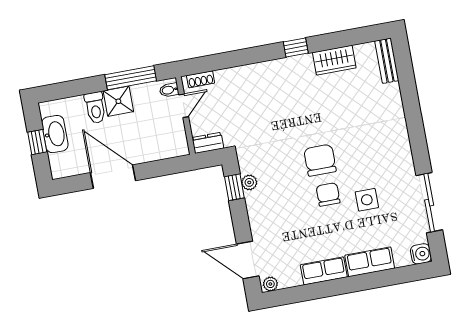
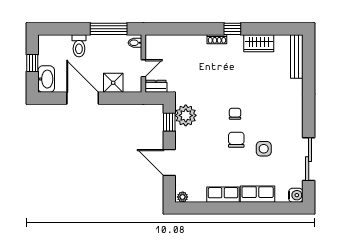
bench: (387, 61) -> (297, 56), width x1.36
shoe rack: (201, 79) -> (217, 39), moved
shower: (118, 101) -> (113, 83), moved
door: (184, 106) -> (143, 68), moved
washbasin: (55, 134) -> (46, 79), moved
chair: (320, 160) -> (235, 114), width x0.54, depth x0.54
plant: (249, 182) -> (186, 115), width x1.87, depth x1.87
door: (248, 260) -> (169, 163), moved

